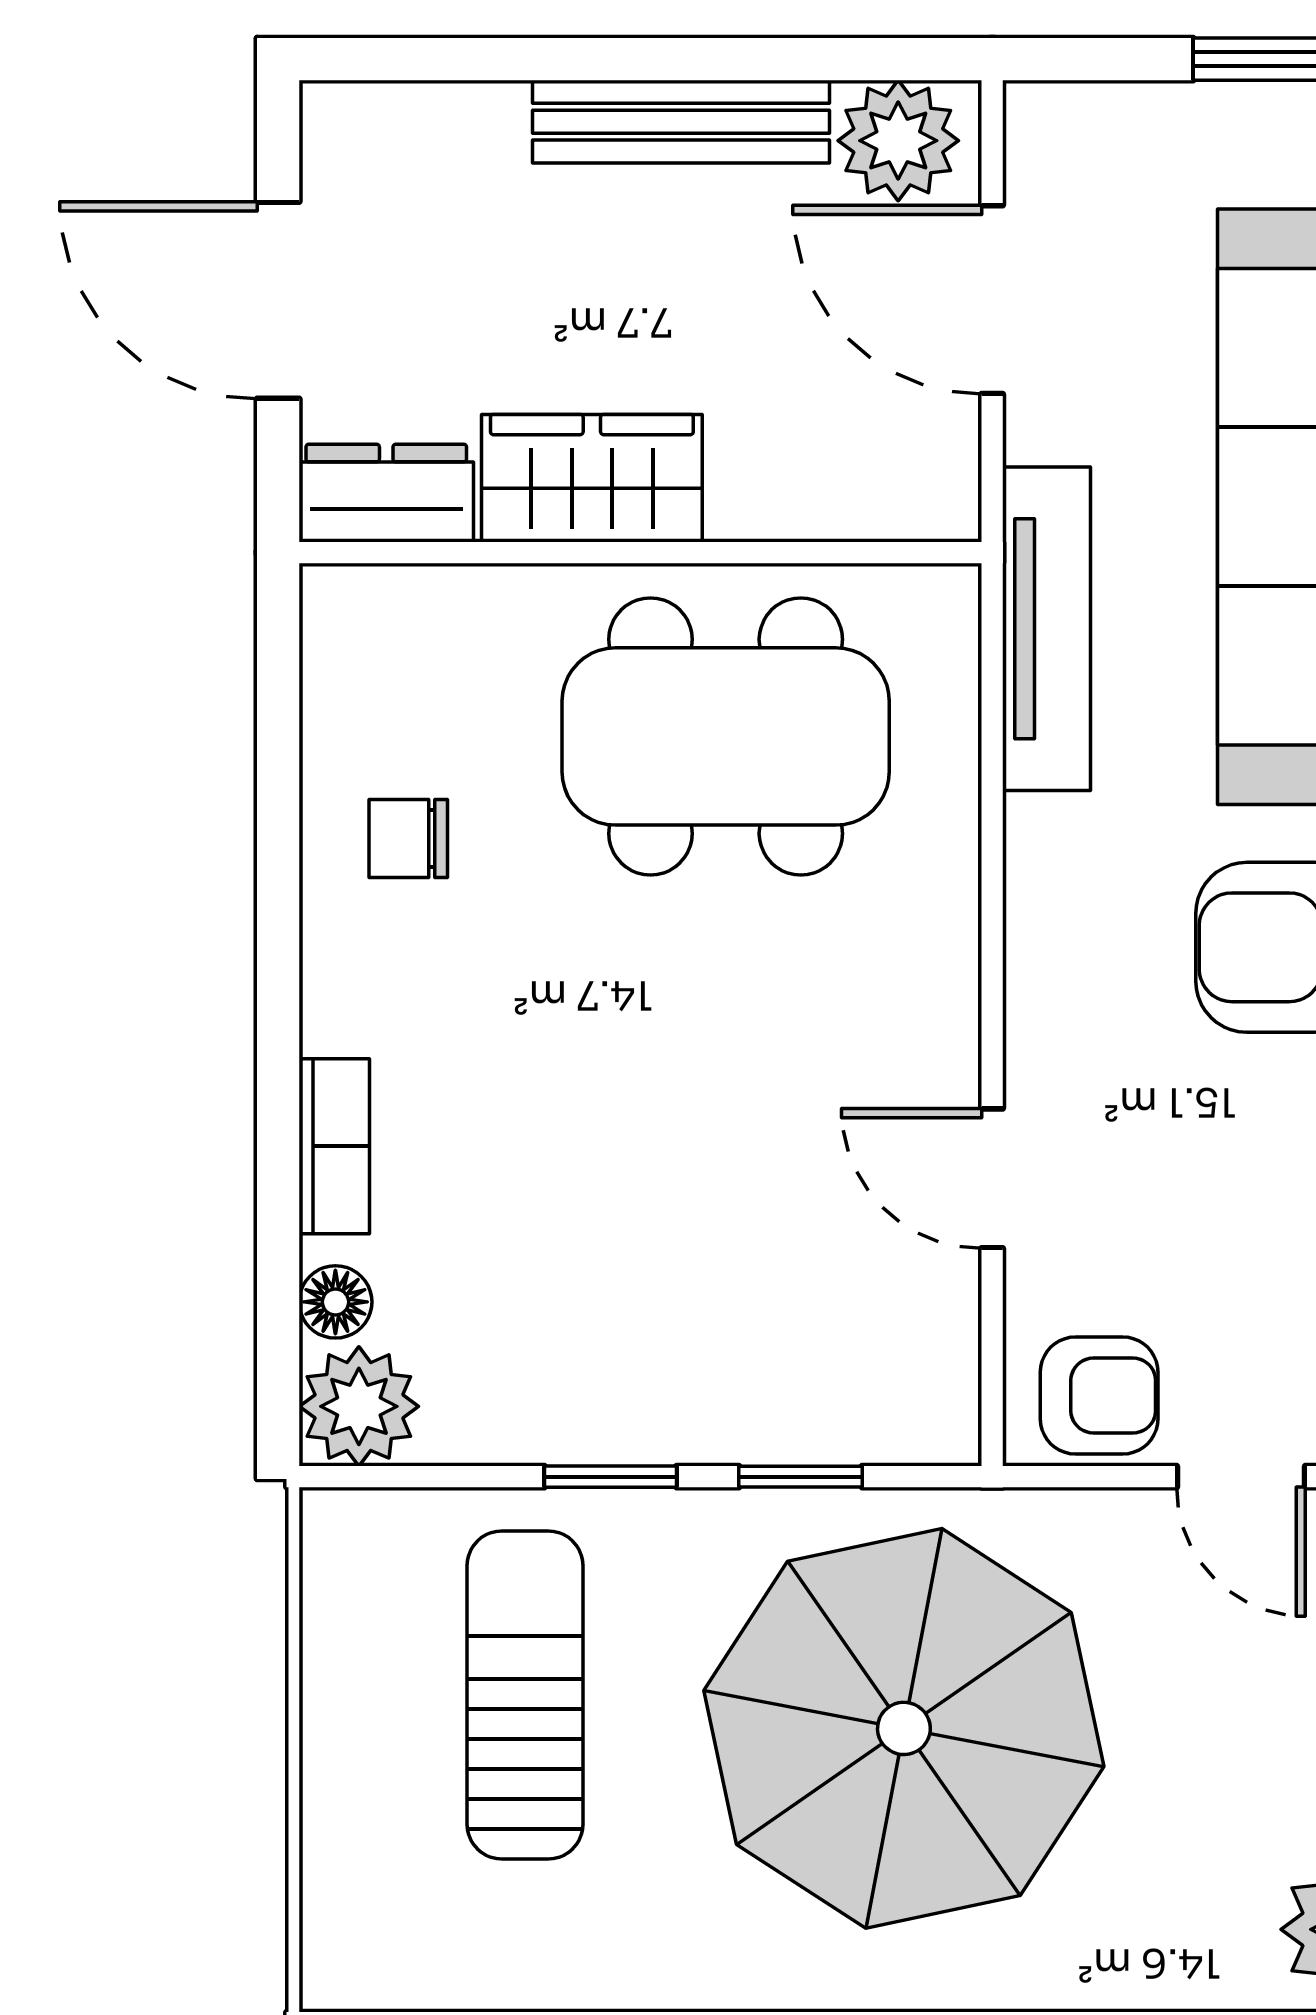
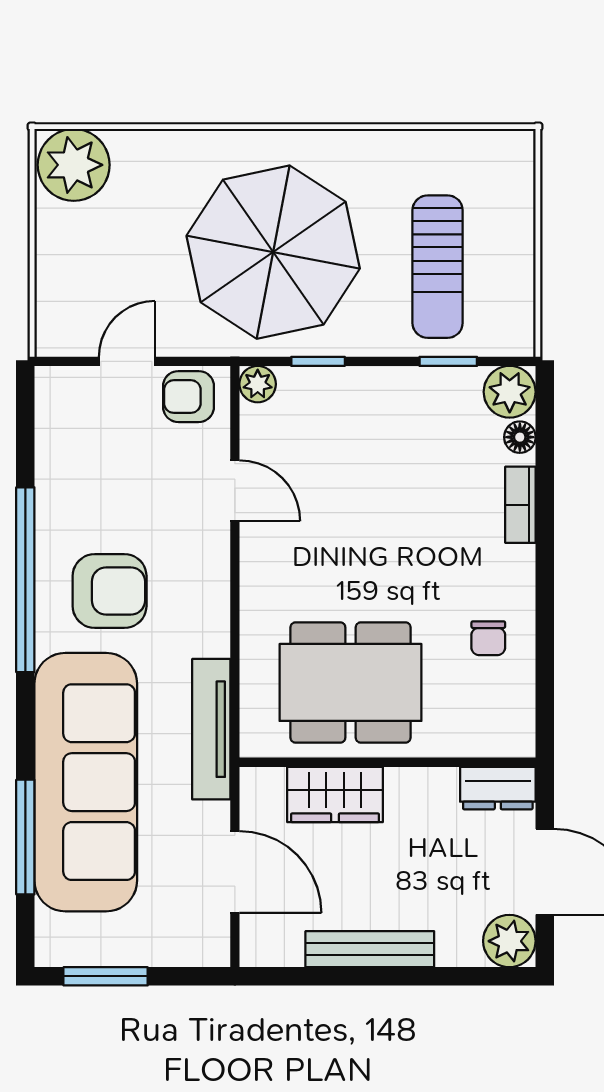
plant: (898, 141) -> (509, 941), moved
wardrobe: (592, 478) -> (335, 795), moved
chair: (408, 838) -> (488, 638), turned 90
plant: (940, 1424) -> (258, 384), added
window: (611, 1477) -> (448, 361), moved
door: (1241, 1477) -> (127, 361), hinge flipped

